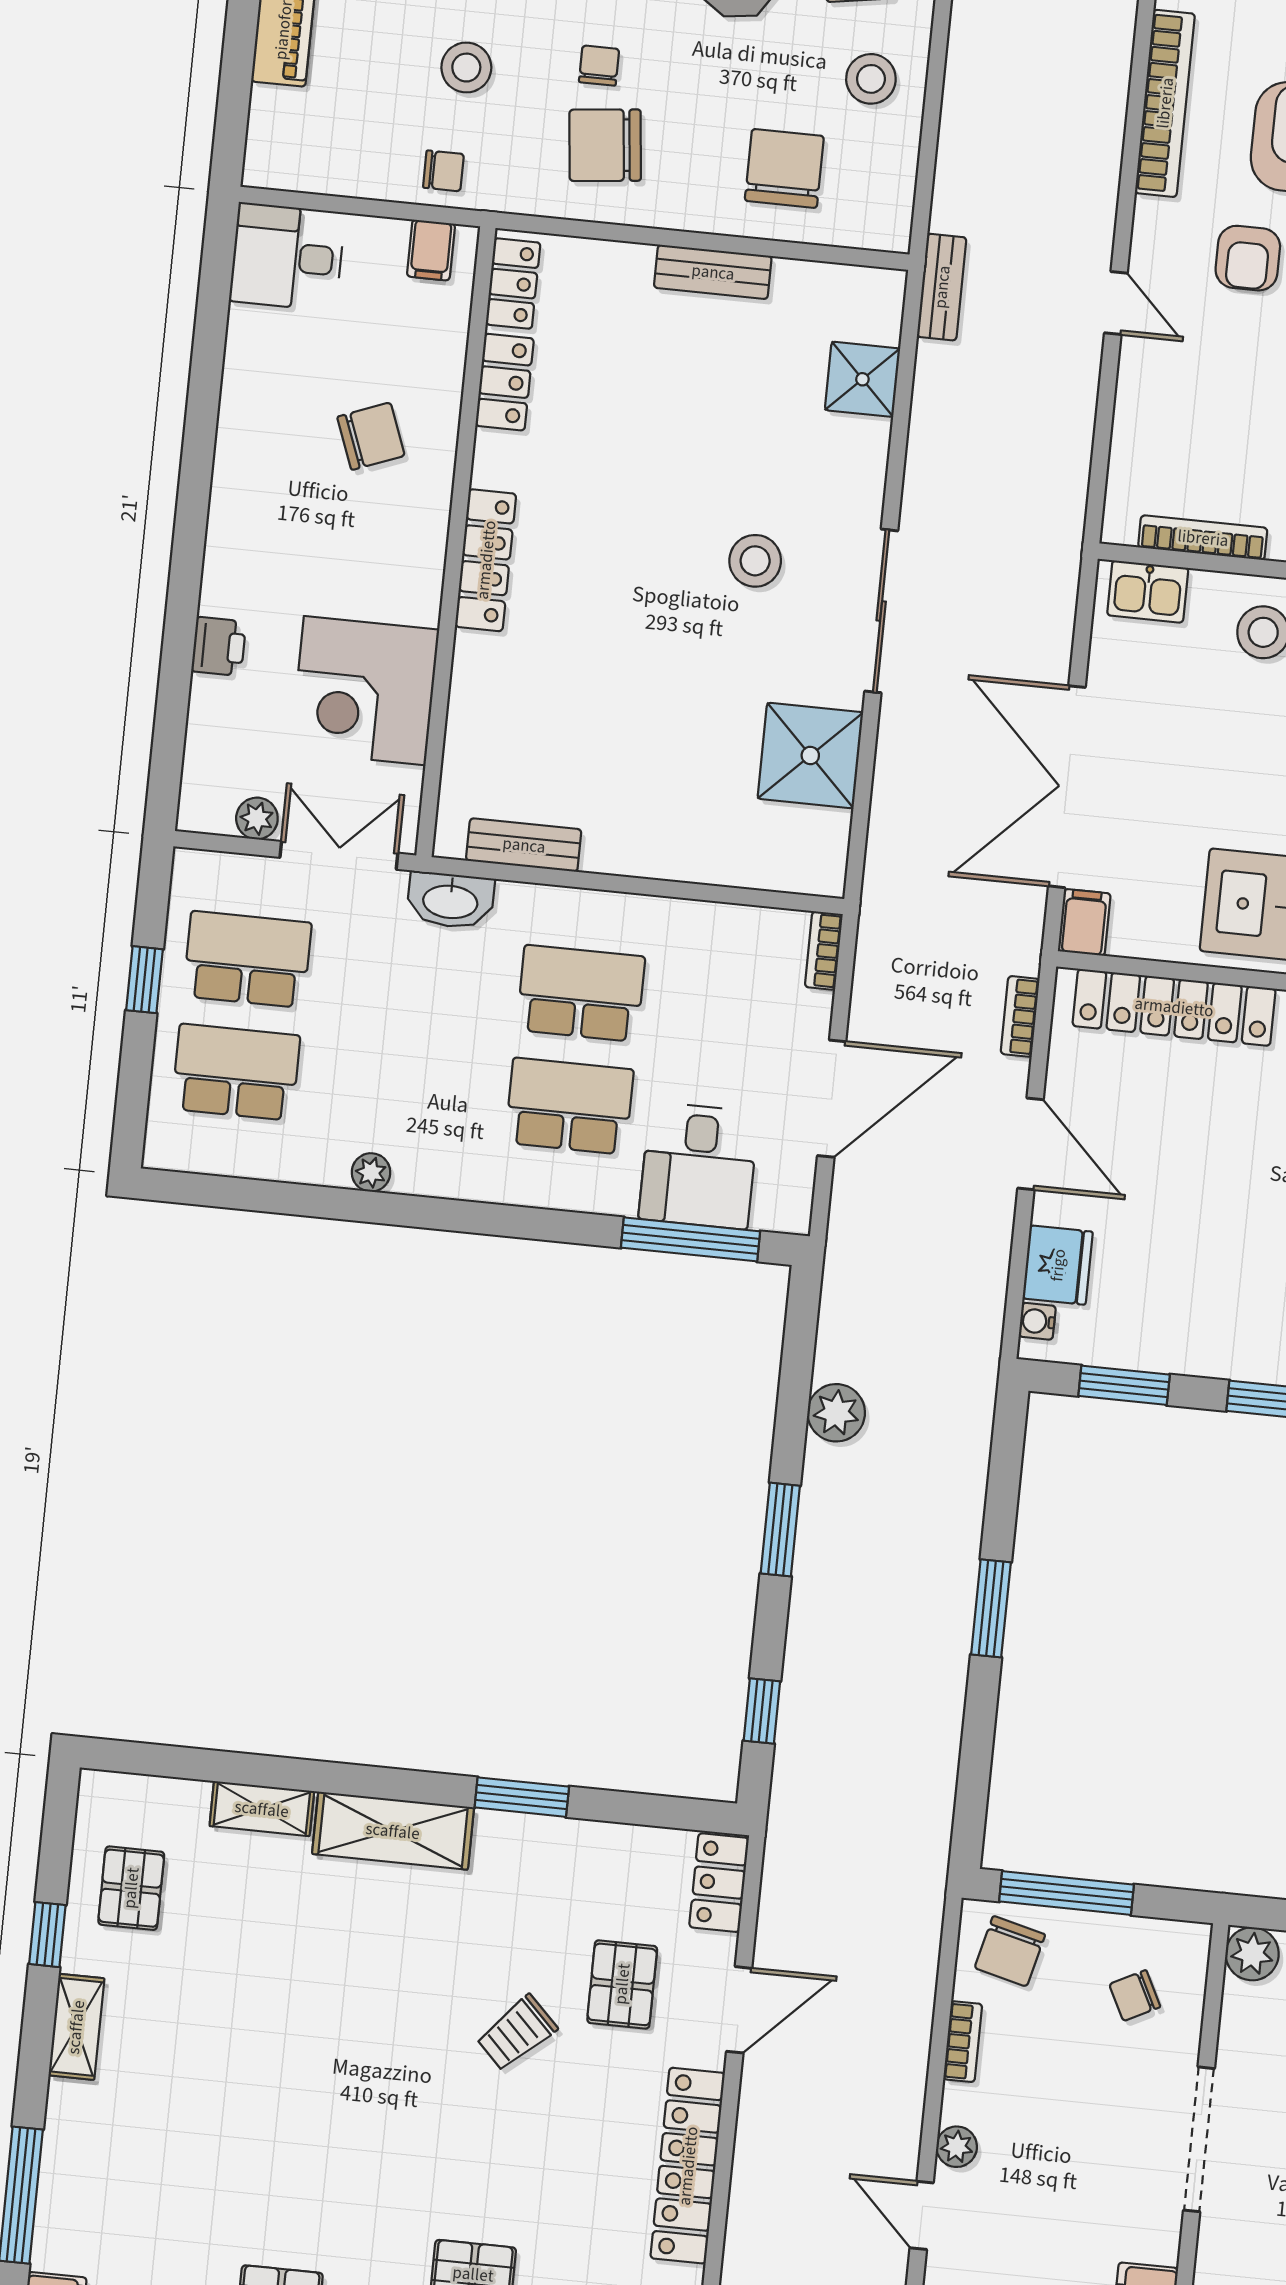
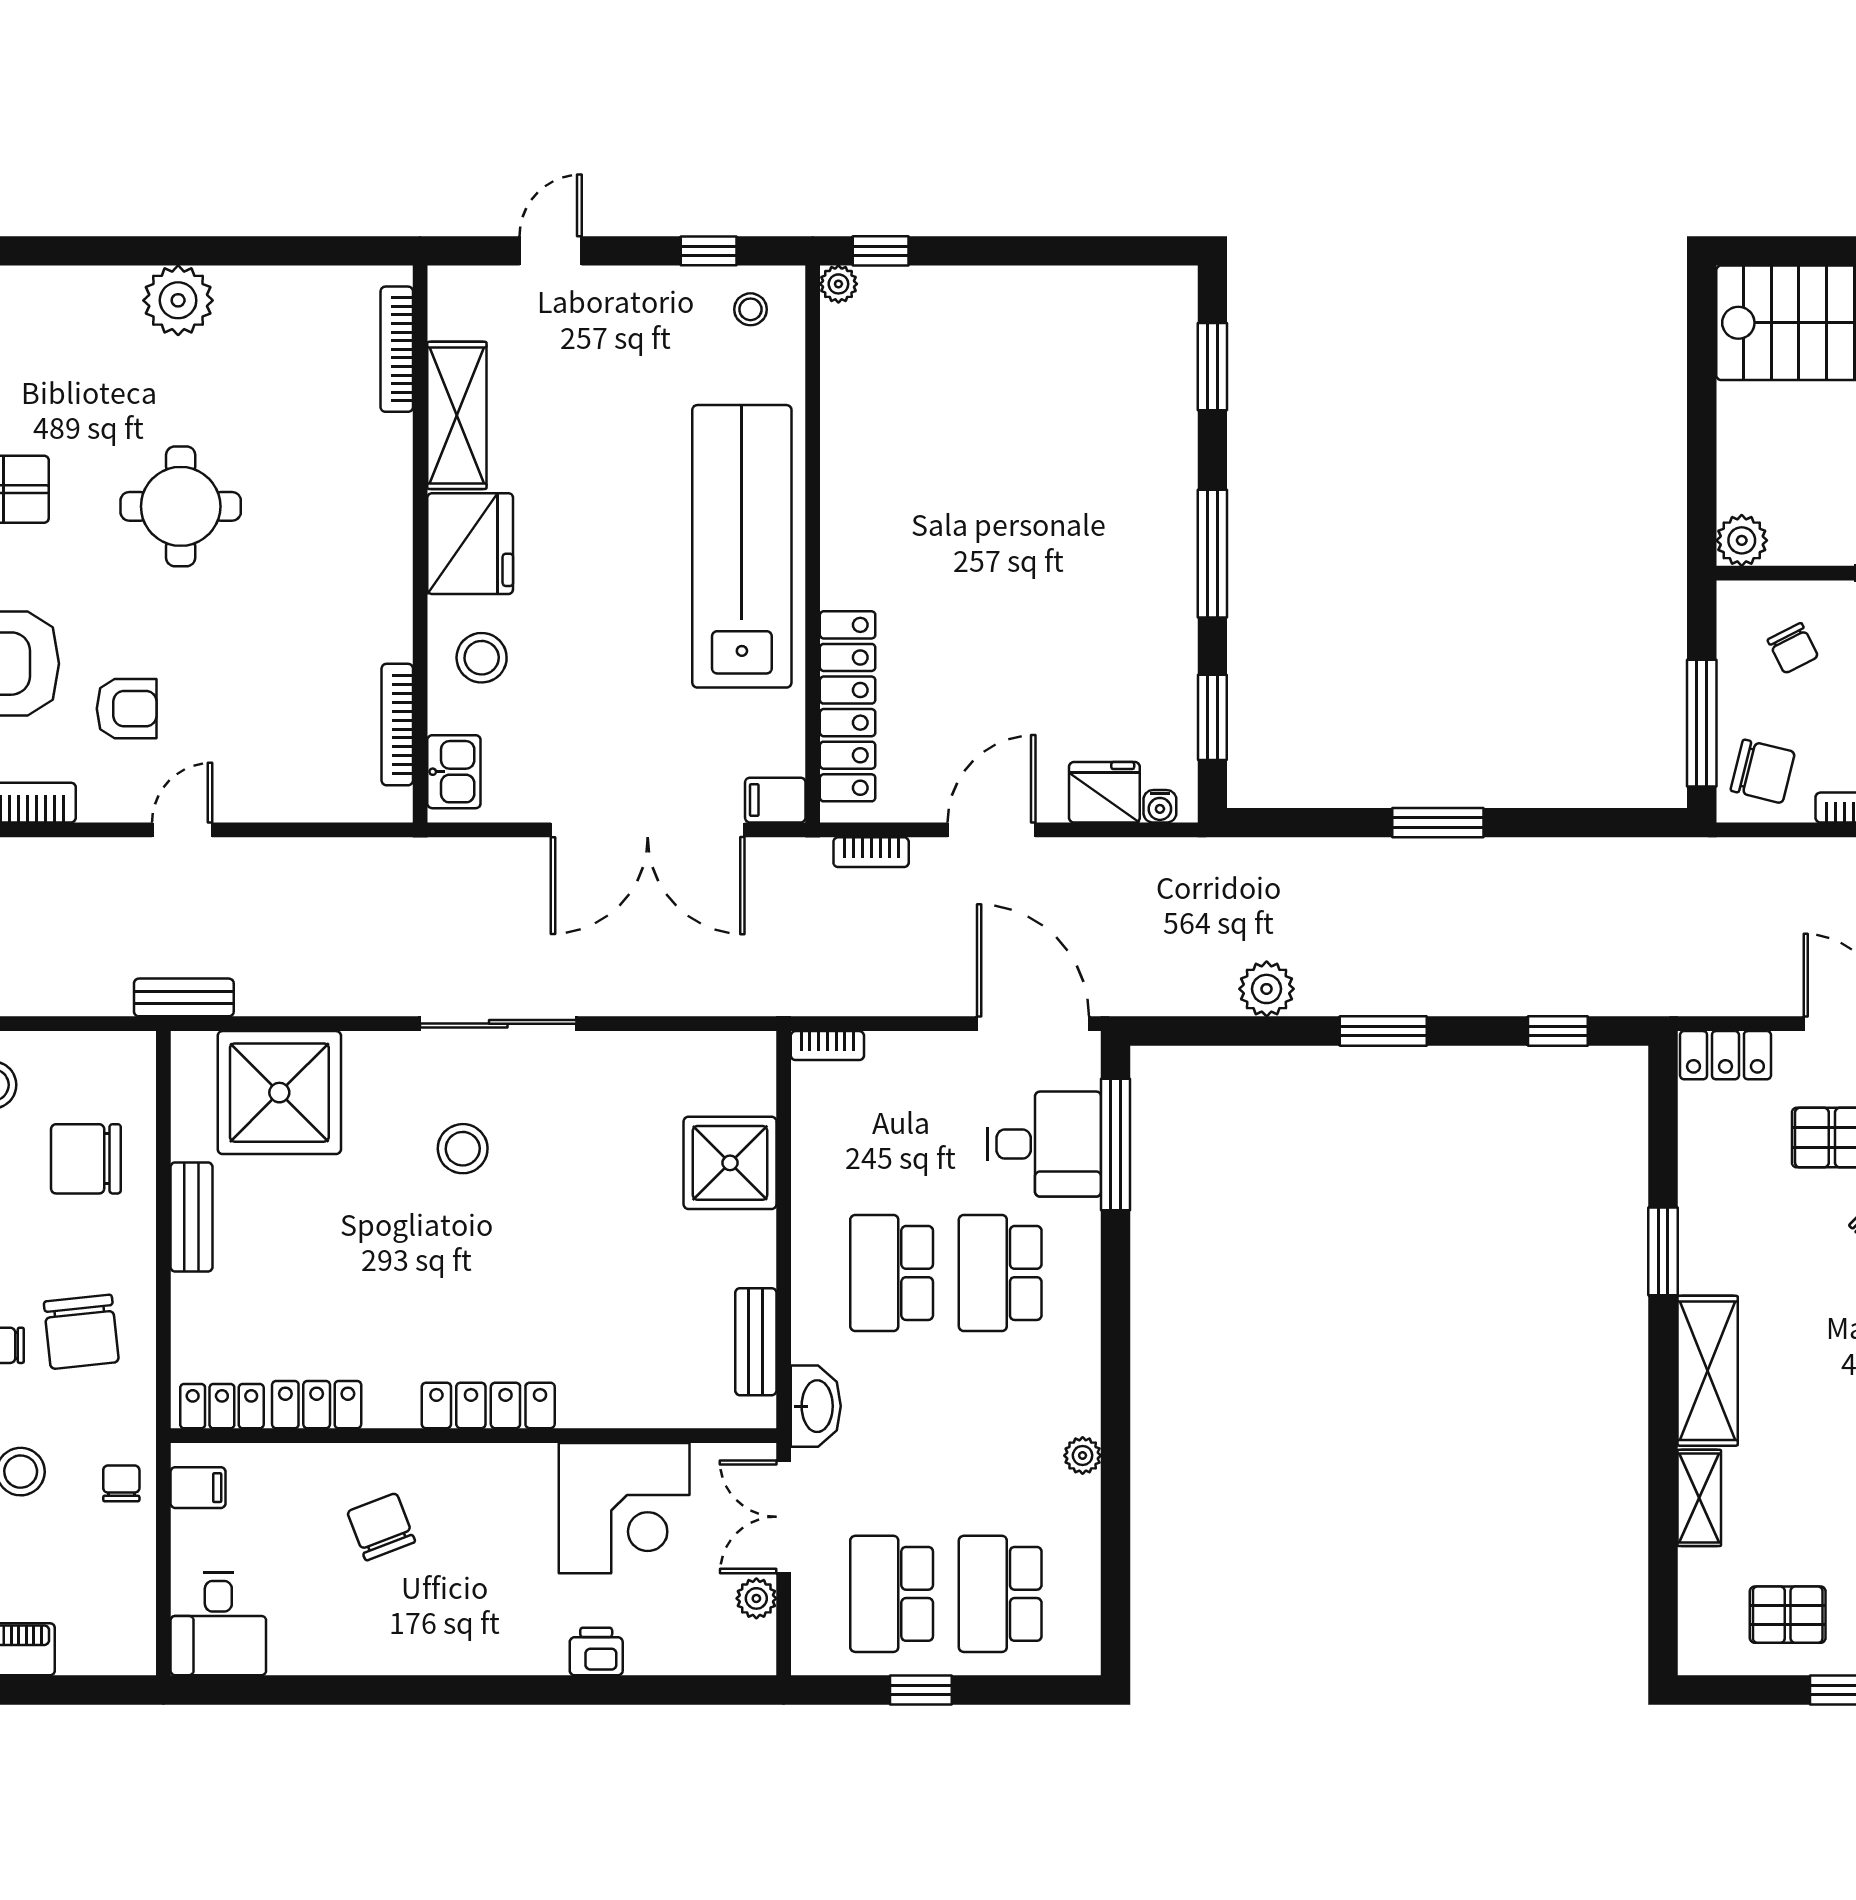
shower: (862, 379) -> (279, 1093), width x1.86, depth x1.86
shower: (810, 755) -> (730, 1163), moved
door: (832, 1099) -> (1033, 1024), moved

